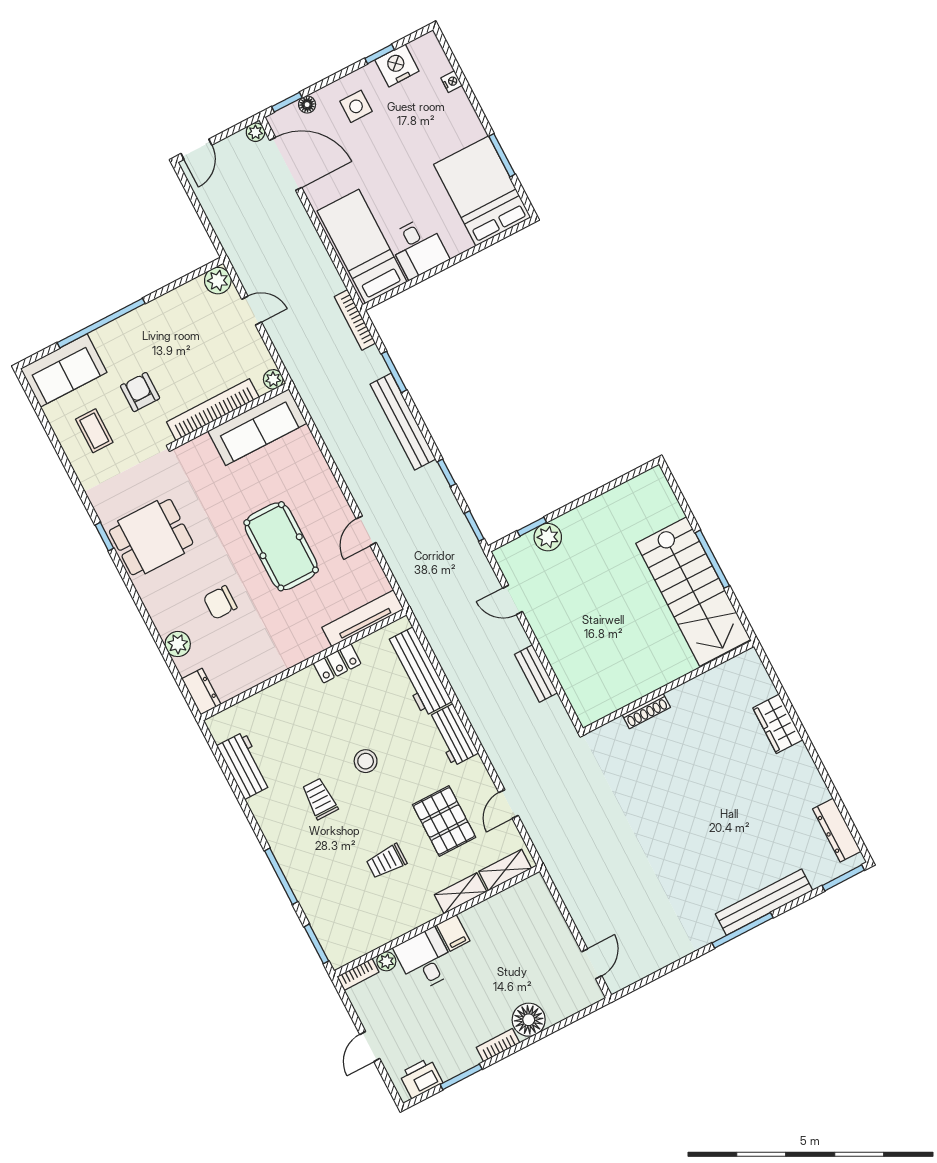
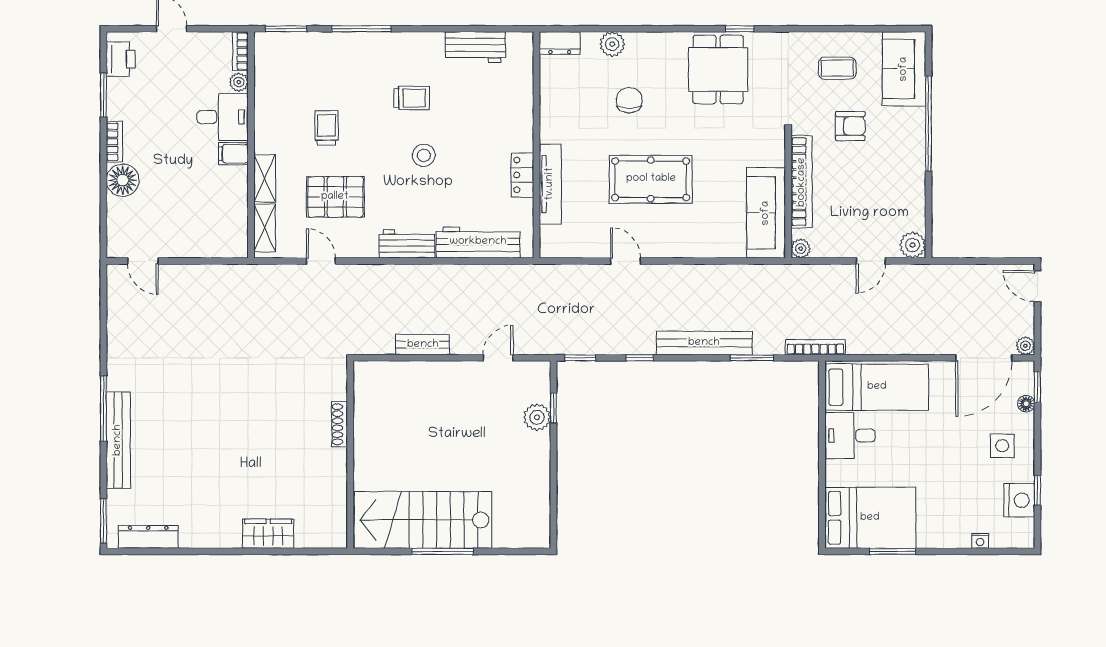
tv unit: (363, 618) -> (550, 184), moved

